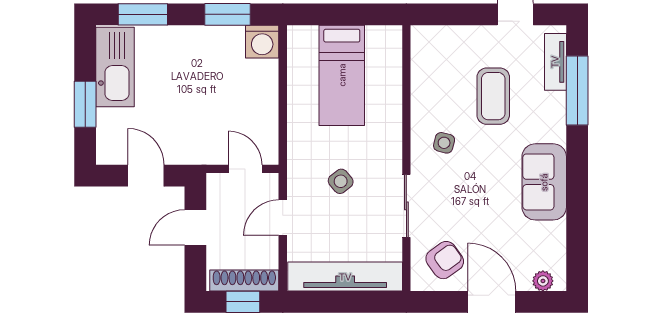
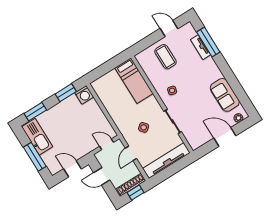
tv unit: (555, 62) -> (201, 47), moved
bed: (342, 75) -> (134, 81), moved
coffee table: (493, 96) -> (165, 57), moved
window: (85, 104) -> (35, 157), width x1.44
sofa: (544, 182) -> (225, 95), moved
door: (195, 227) -> (102, 176), hinge flipped
armchair: (445, 260) -> (199, 132), removed

